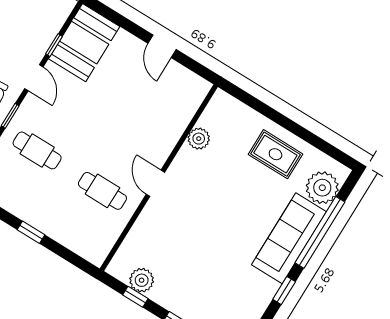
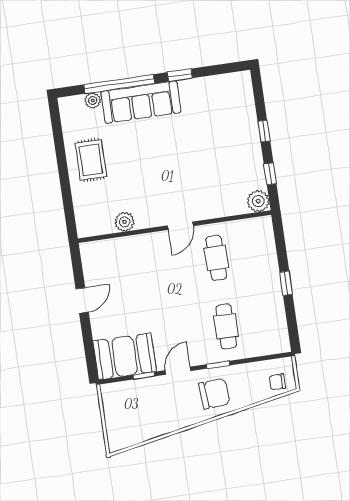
plant: (322, 188) -> (93, 100), width x0.53, depth x0.53
plant: (142, 280) -> (258, 201), moved

